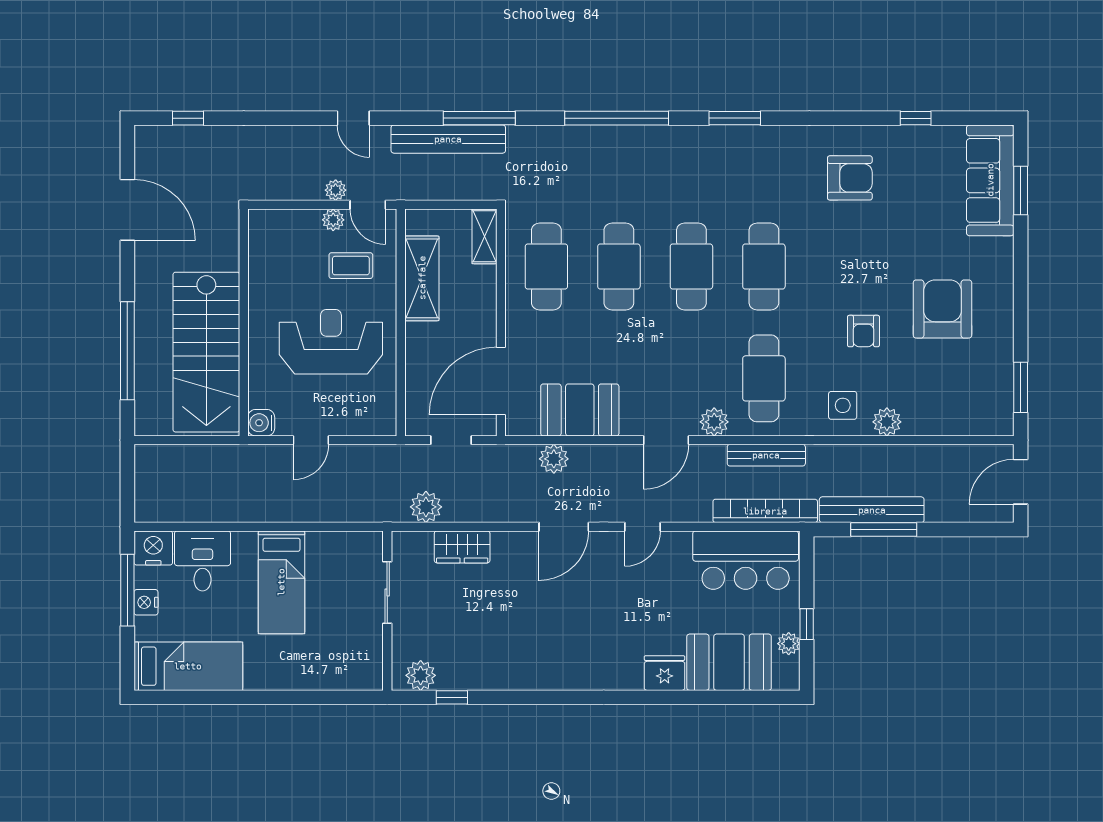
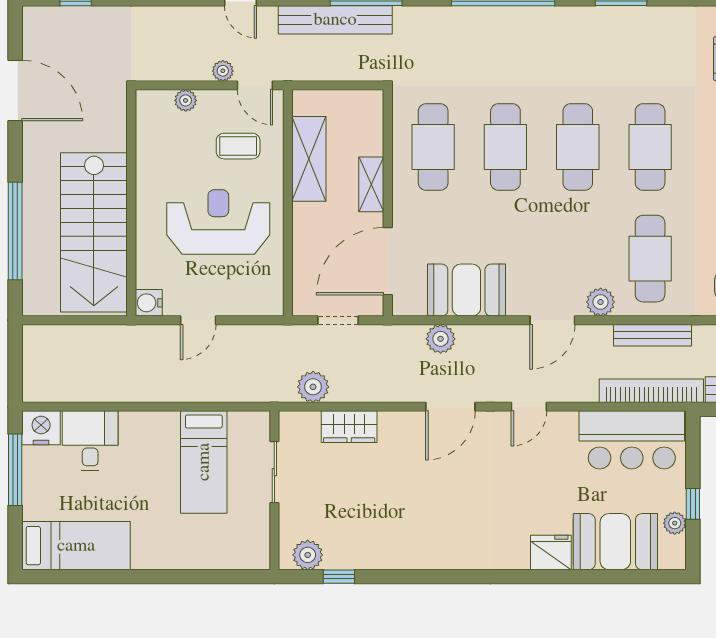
plant: (333, 220) -> (186, 100), moved
shelving: (484, 236) -> (371, 184), moved
bed: (281, 582) -> (204, 462), moved
nightstand: (146, 602) -> (34, 482), removed

